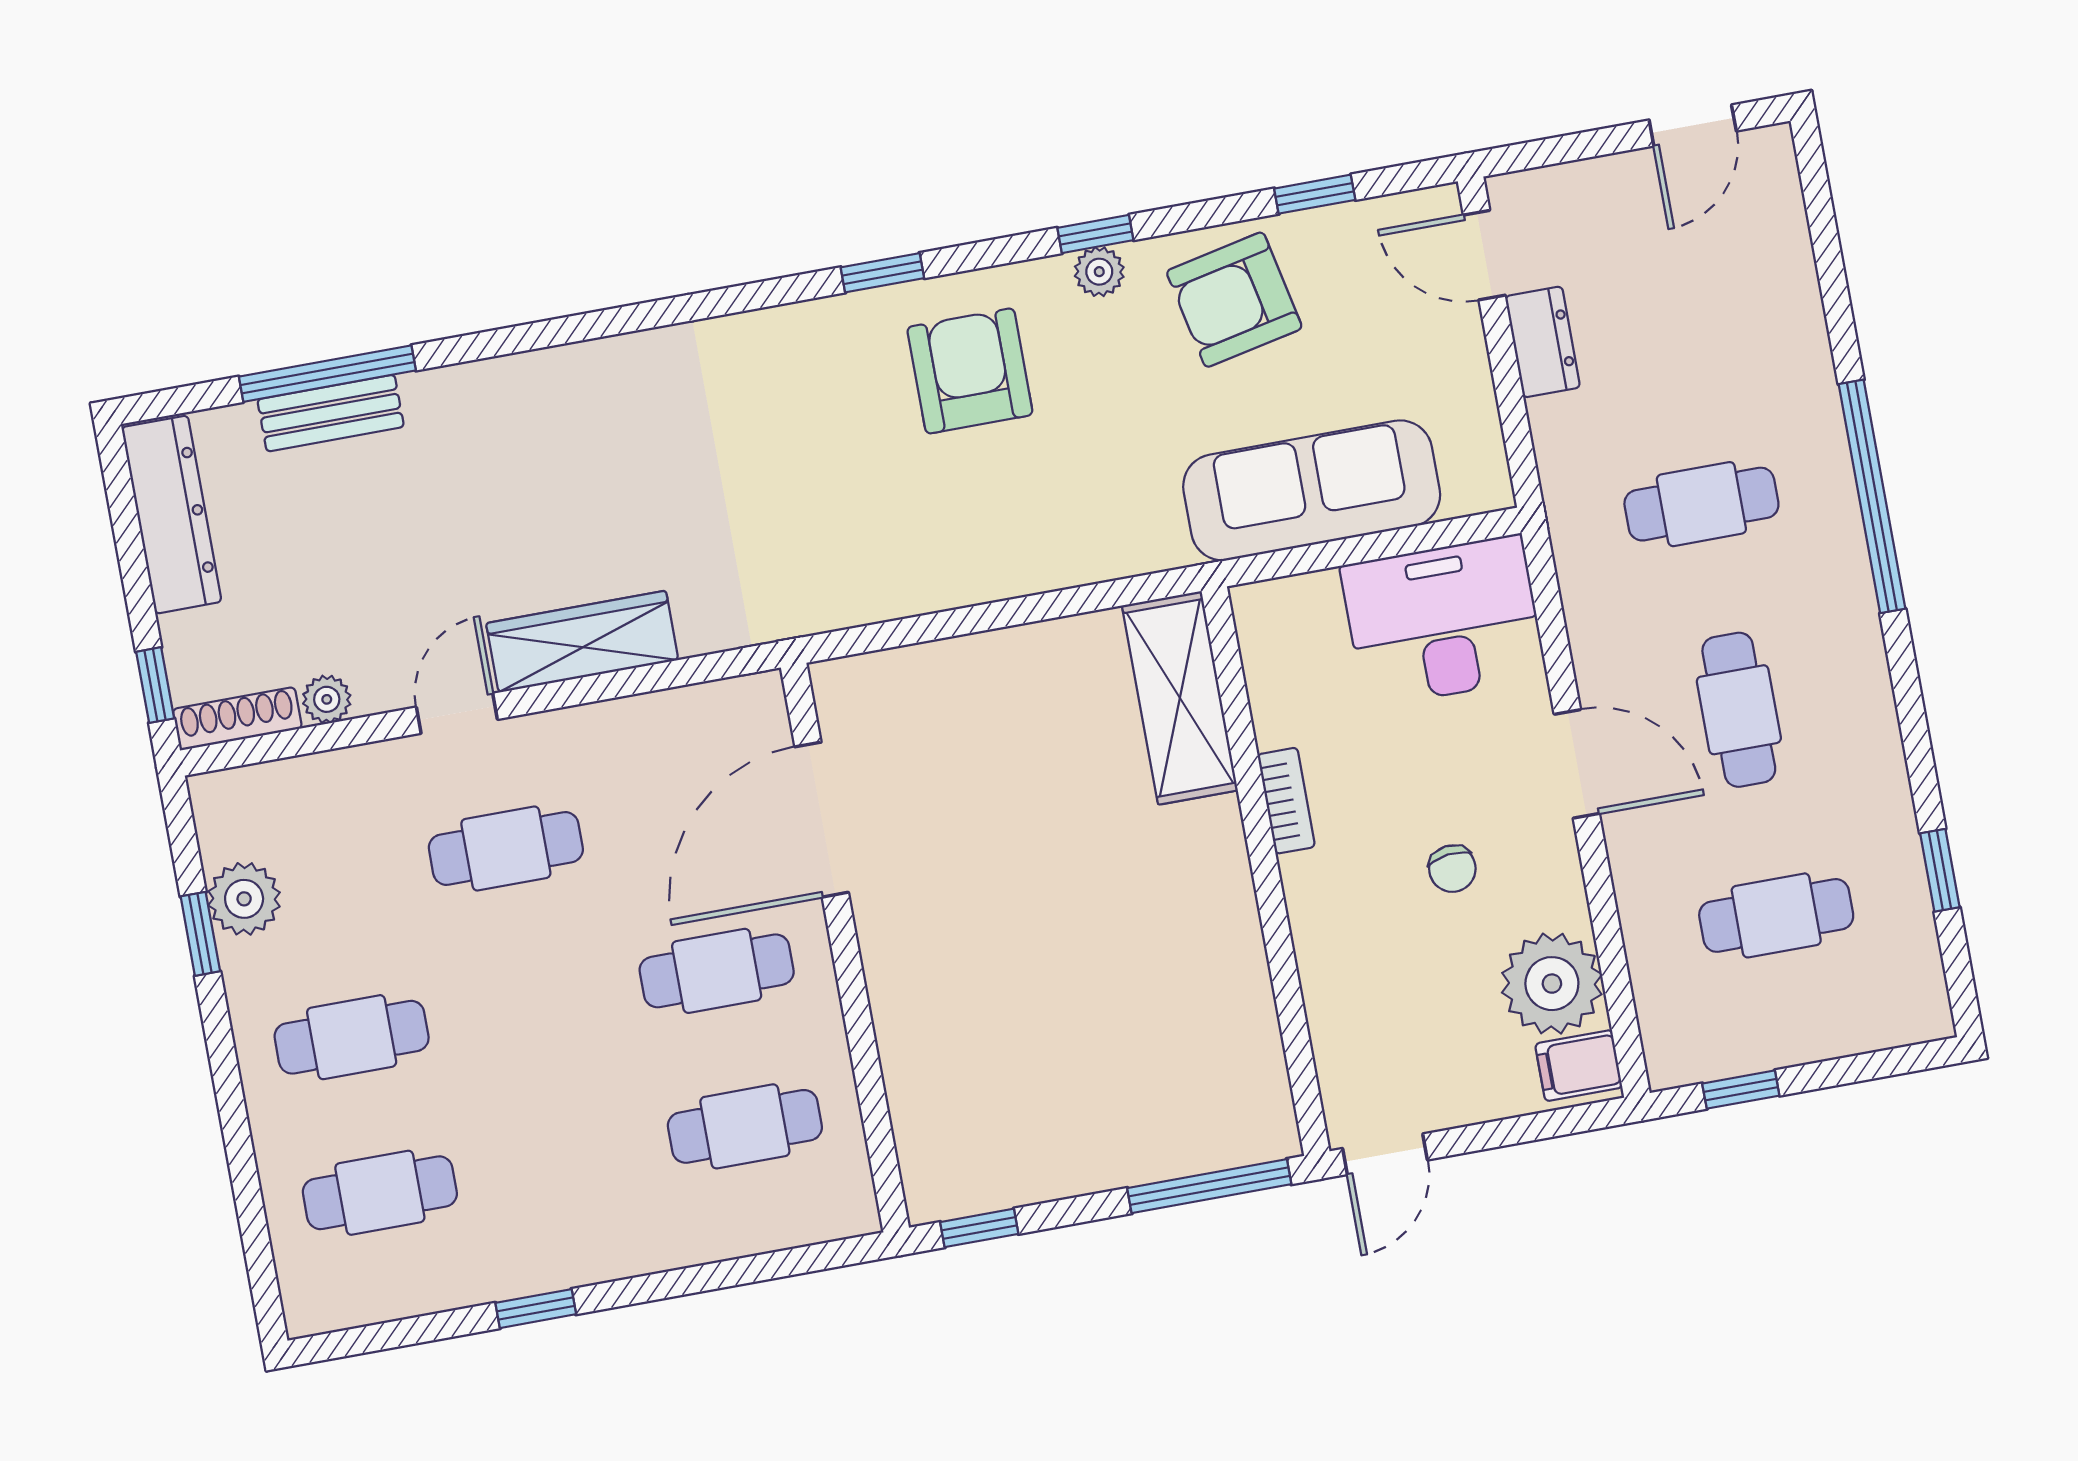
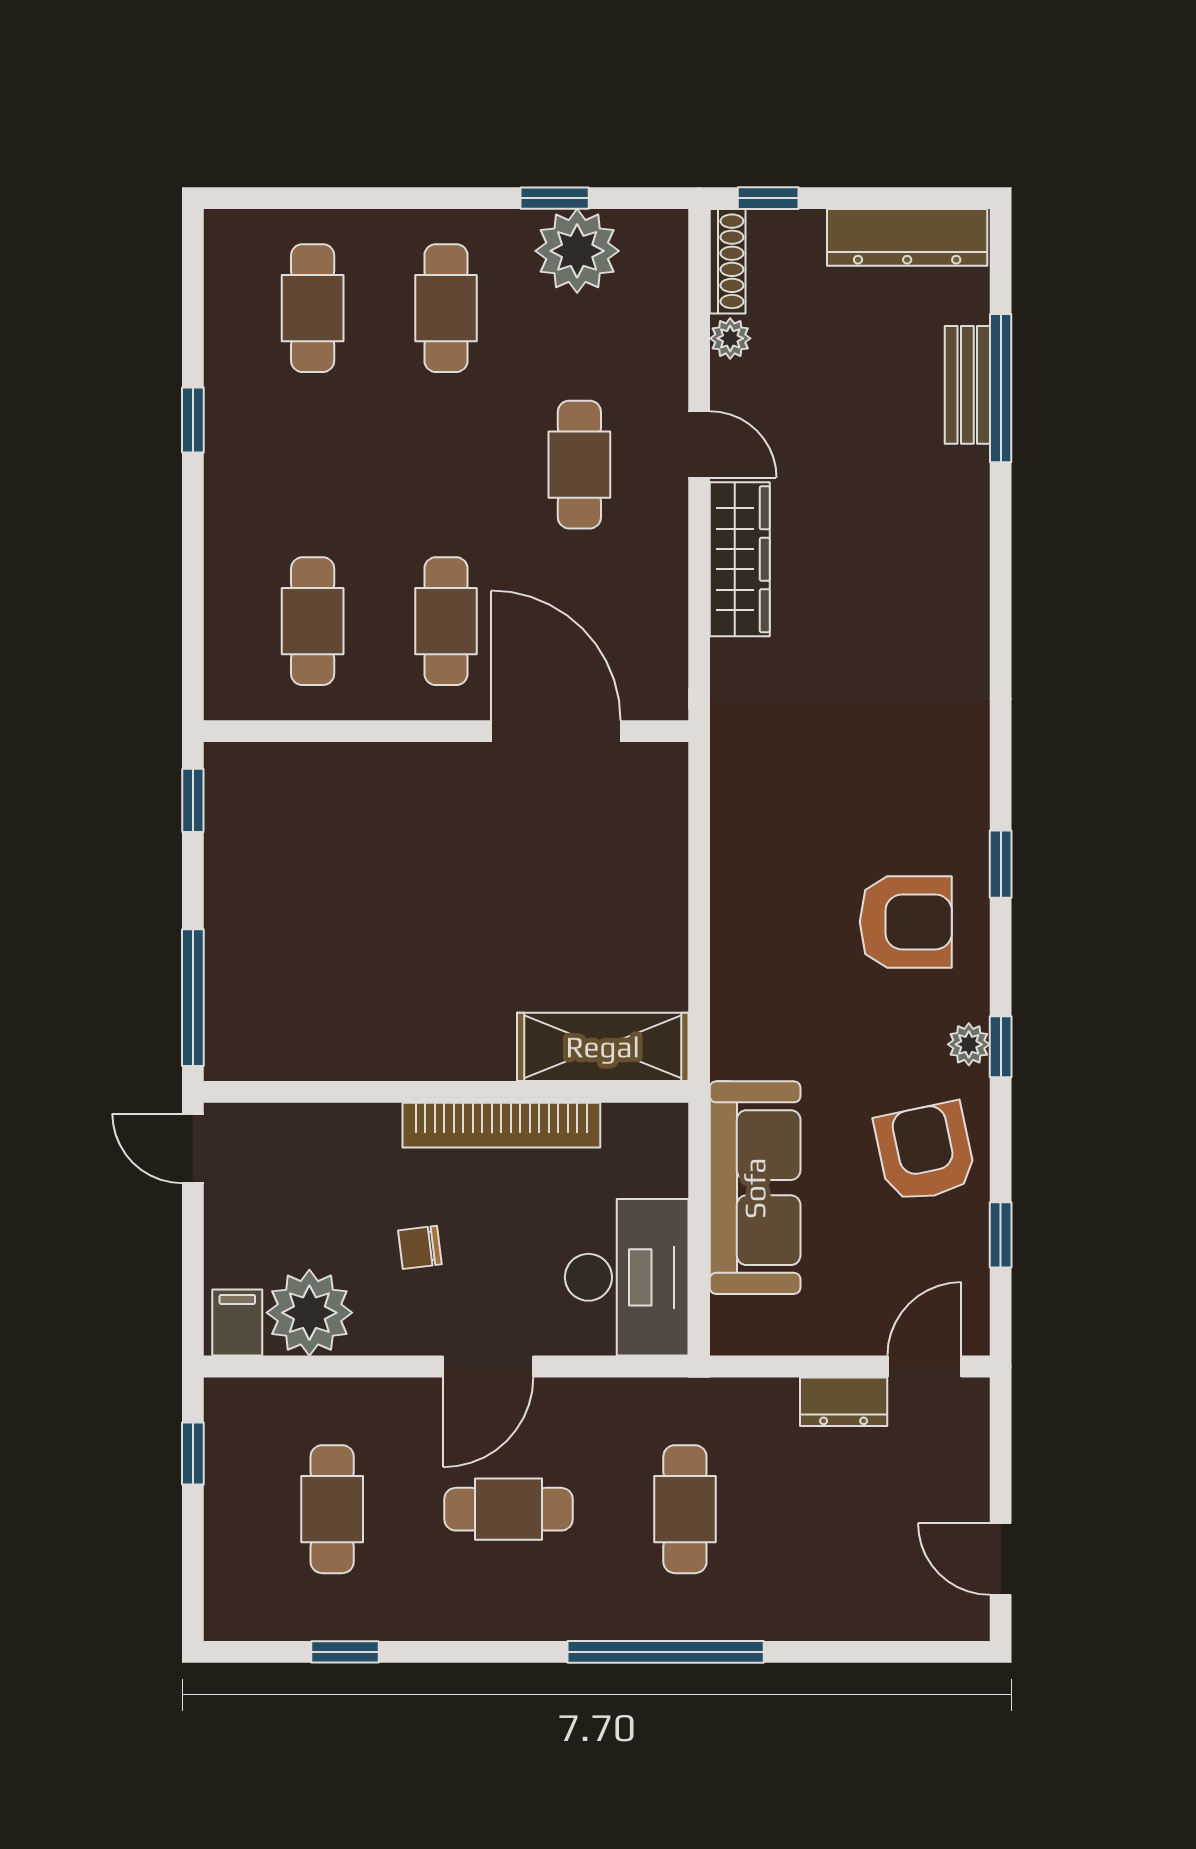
bookcase: (1286, 801) -> (501, 1125), width x2.31, depth x1.31
plant: (244, 899) -> (577, 251), width x1.36, depth x1.36

